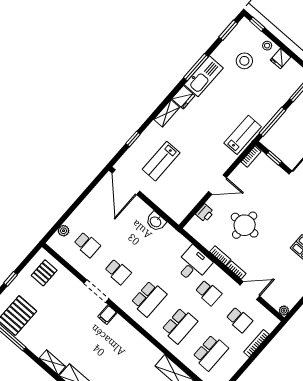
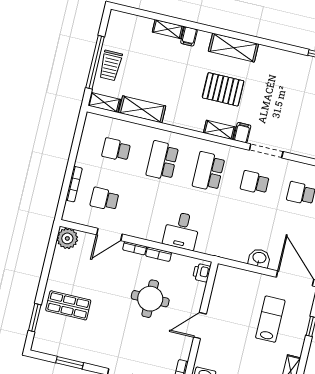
printer: (205, 213) -> (202, 273), moved
washbasin: (156, 222) -> (259, 258), moved
school desk: (208, 293) -> (151, 210), removed
plant: (284, 311) -> (67, 238), width x1.87, depth x1.87
school desk: (210, 353) -> (116, 150), width x0.54
pallet: (104, 355) -> (223, 89), added
shelving: (52, 362) -> (219, 130), moved

